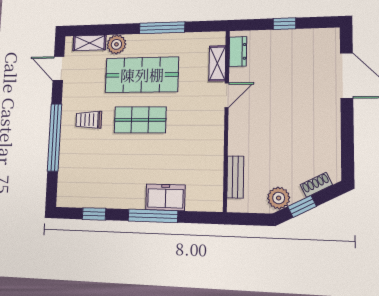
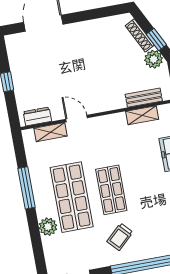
shelving: (89, 43) -> (142, 115), moved, turned 90
trolley: (89, 120) -> (120, 237), turned 47
shoe rack: (316, 185) -> (140, 35), width x1.43

